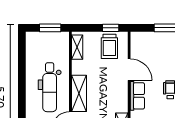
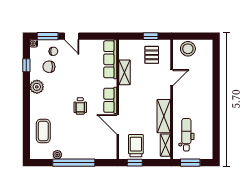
dental chair: (50, 87) -> (186, 135), moved, width x0.73, depth x0.72
shelving: (79, 93) -> (164, 116), moved

